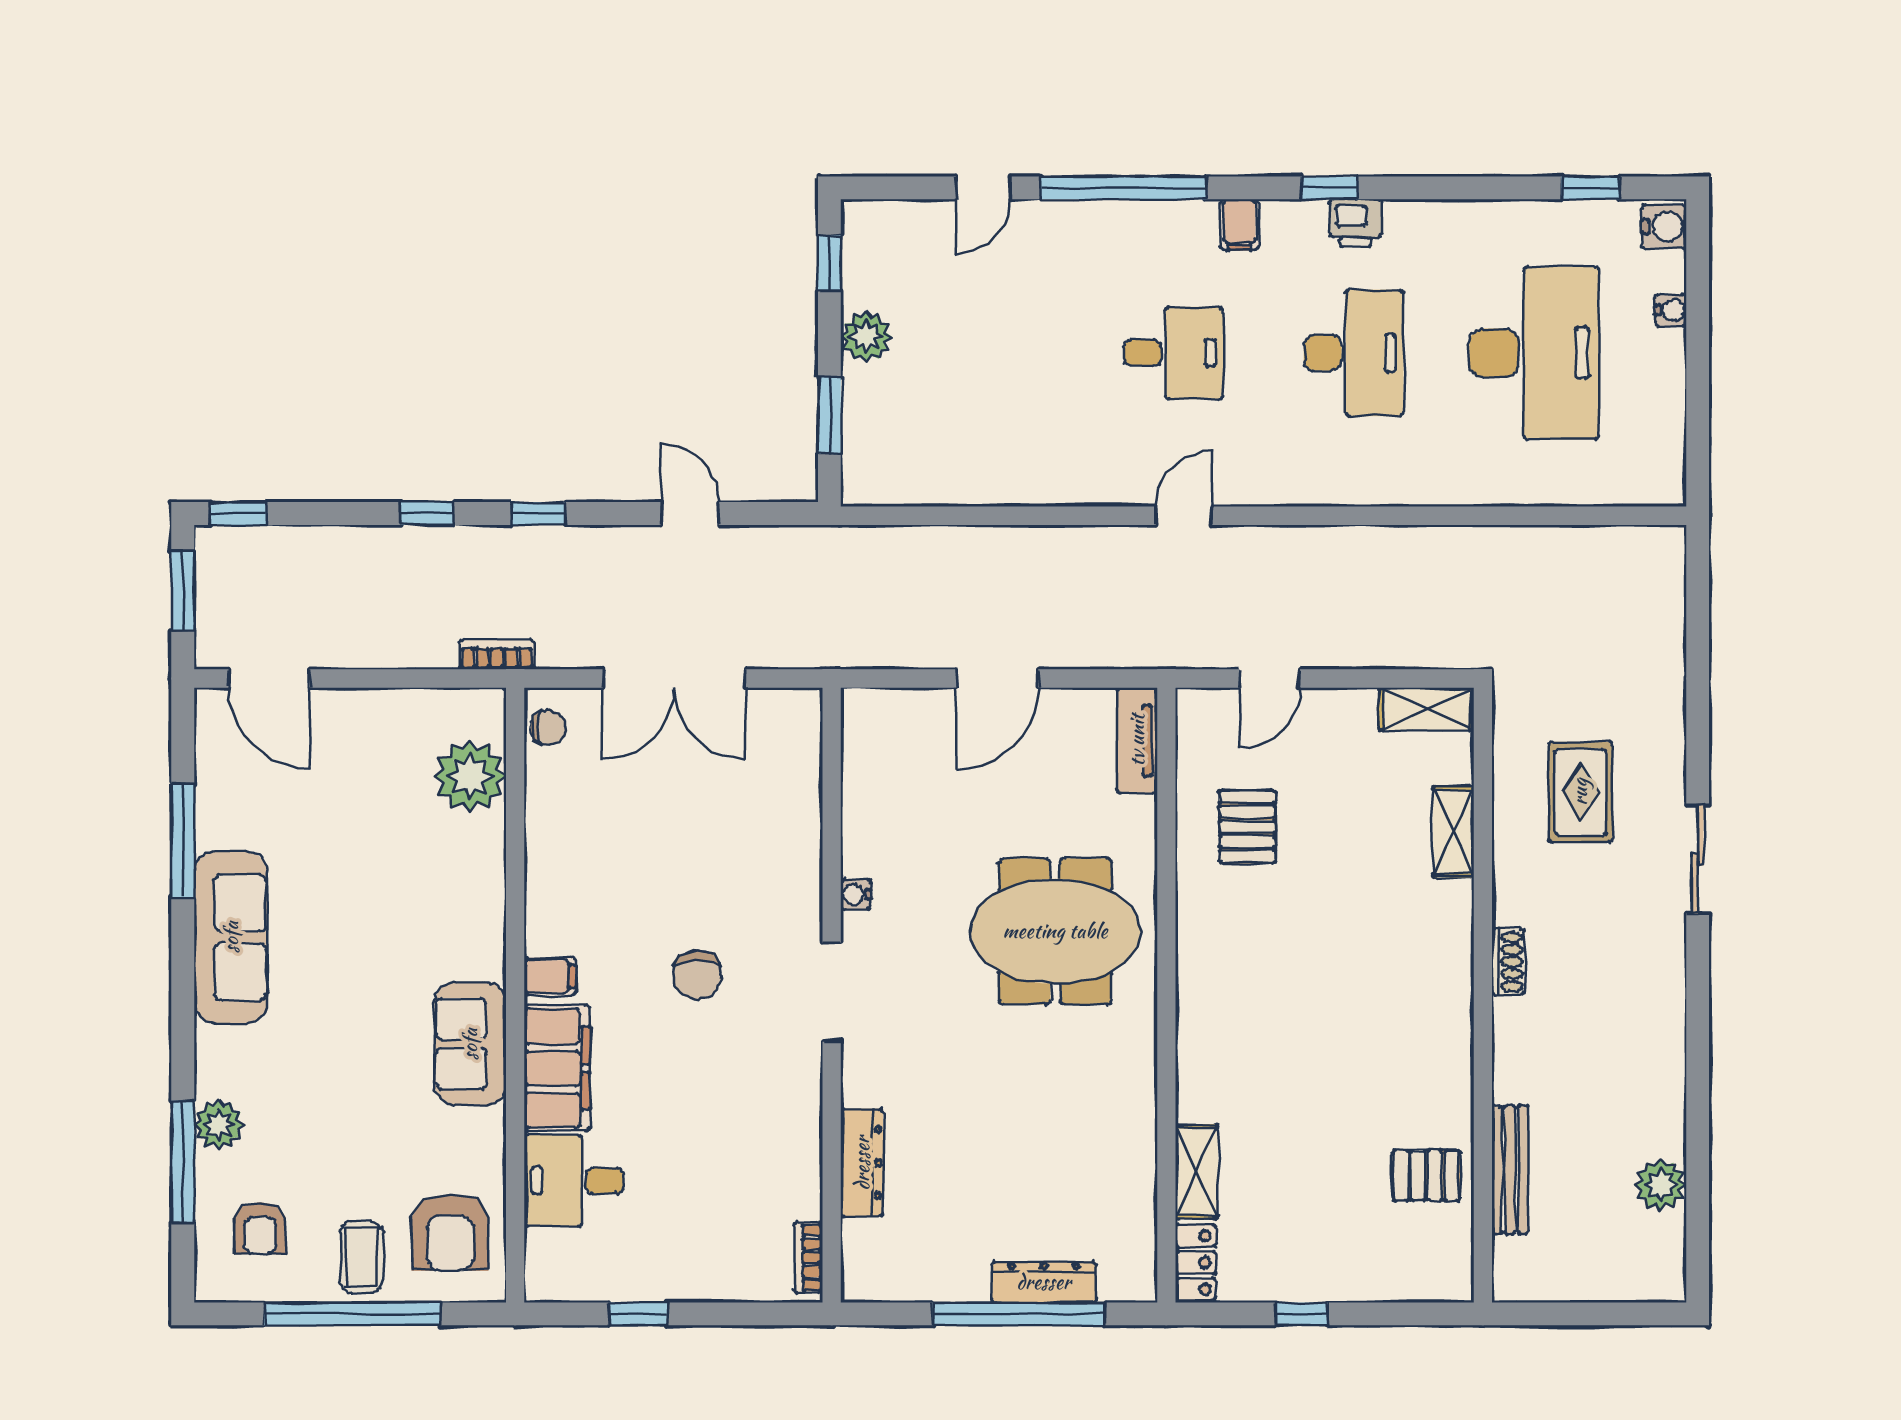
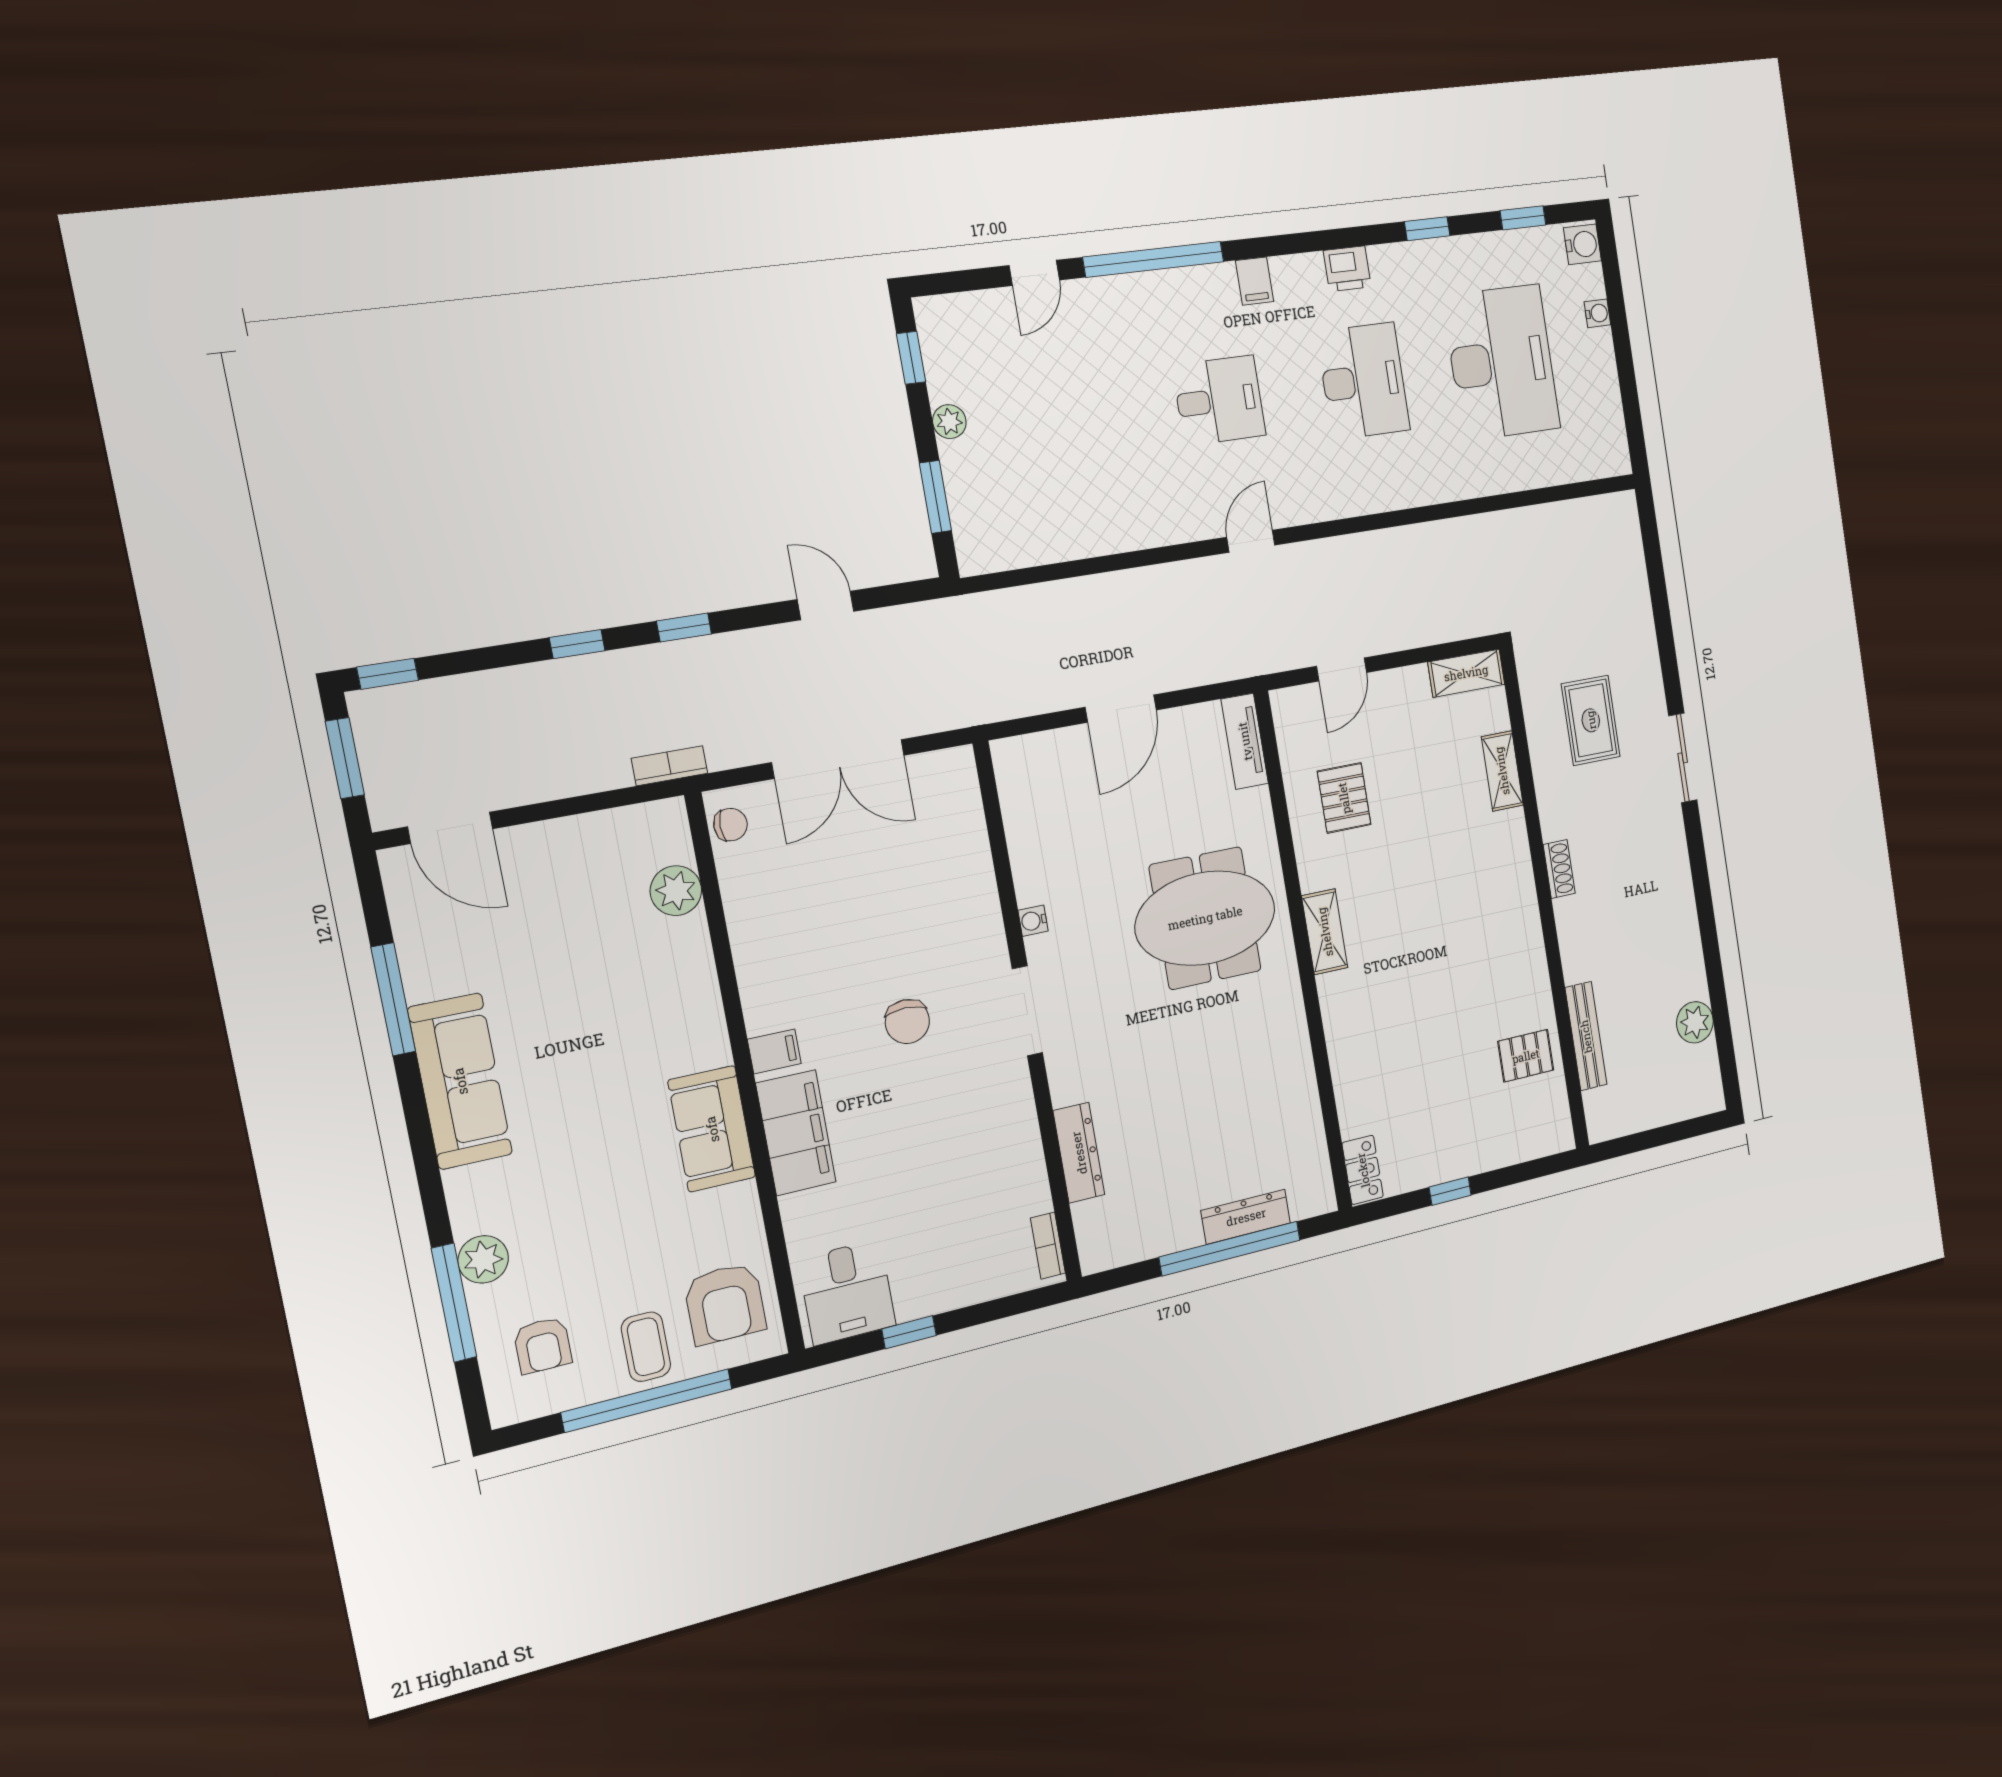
window: (1329, 188) -> (1427, 229), moved
plant: (866, 337) -> (949, 422), width x0.73, depth x0.73
plant: (470, 776) -> (676, 891), width x0.73, depth x0.73
shelving: (1197, 1172) -> (1325, 932), moved
desk: (574, 1181) -> (847, 1292), moved, turned -90

